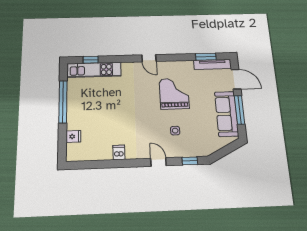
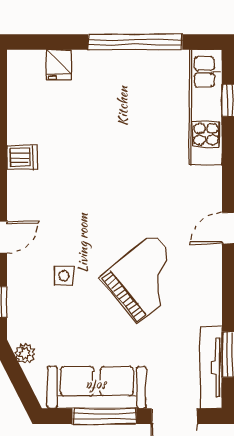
grand piano: (174, 94) -> (146, 278), turned -39
plant: (214, 148) -> (25, 354), added

